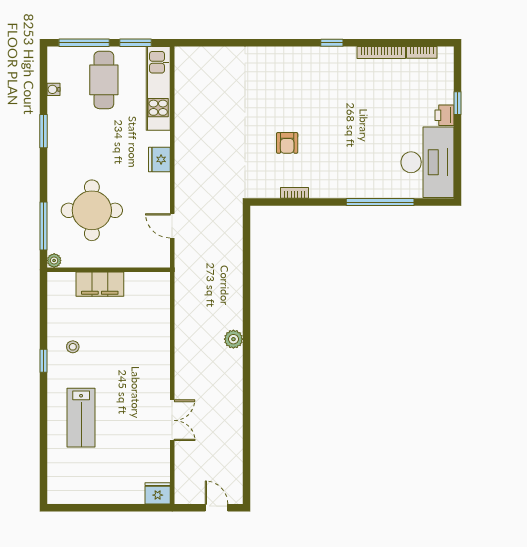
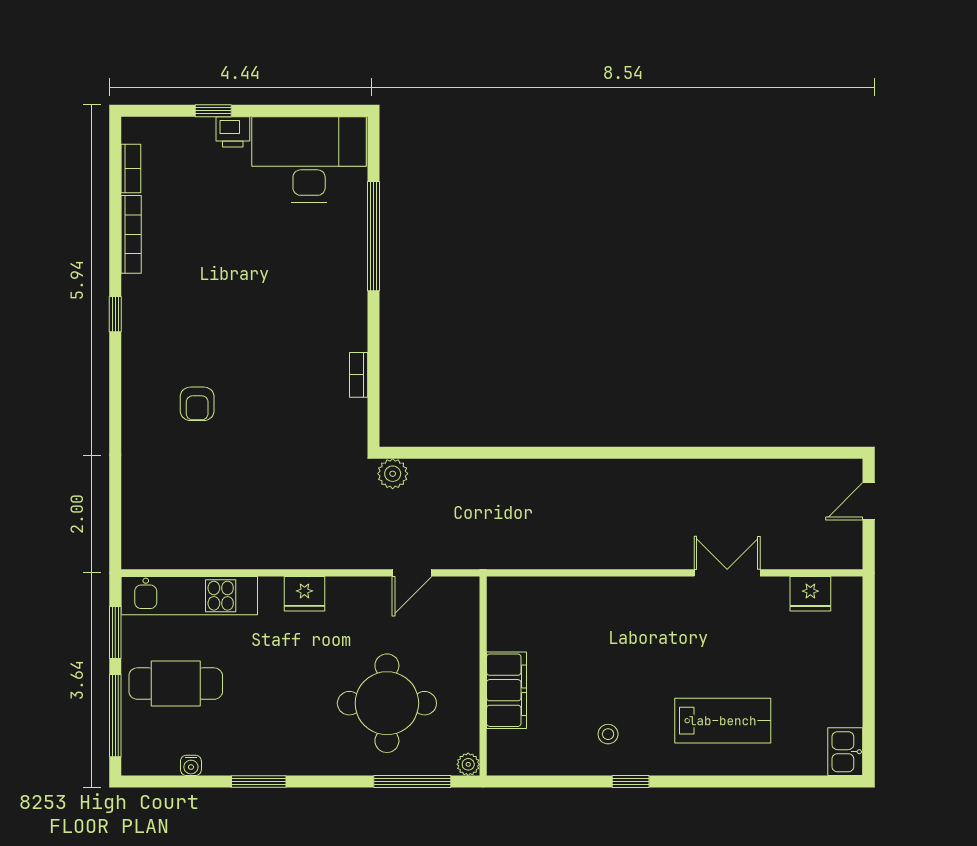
armchair: (287, 143) -> (197, 404), moved, turned 90
plant: (233, 339) -> (393, 474), moved
kitchen sink: (62, 493) -> (845, 752), added
fridge: (158, 493) -> (810, 594), moved, turned -90

